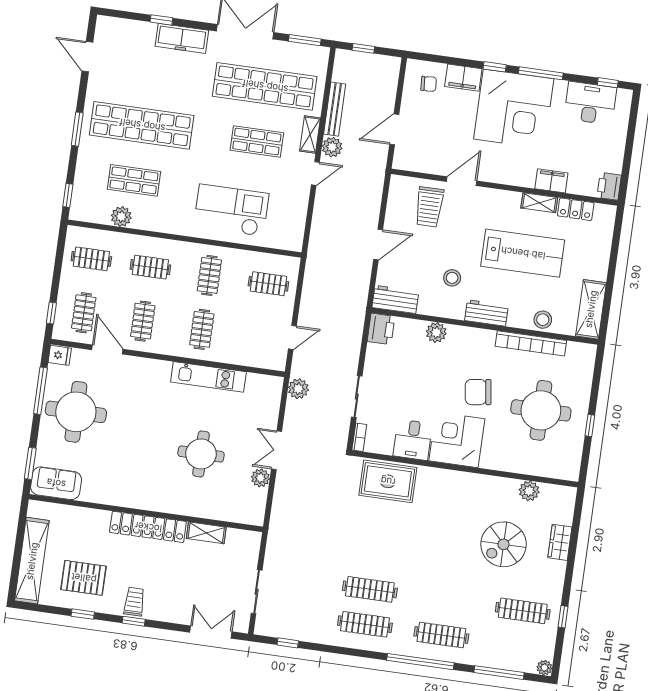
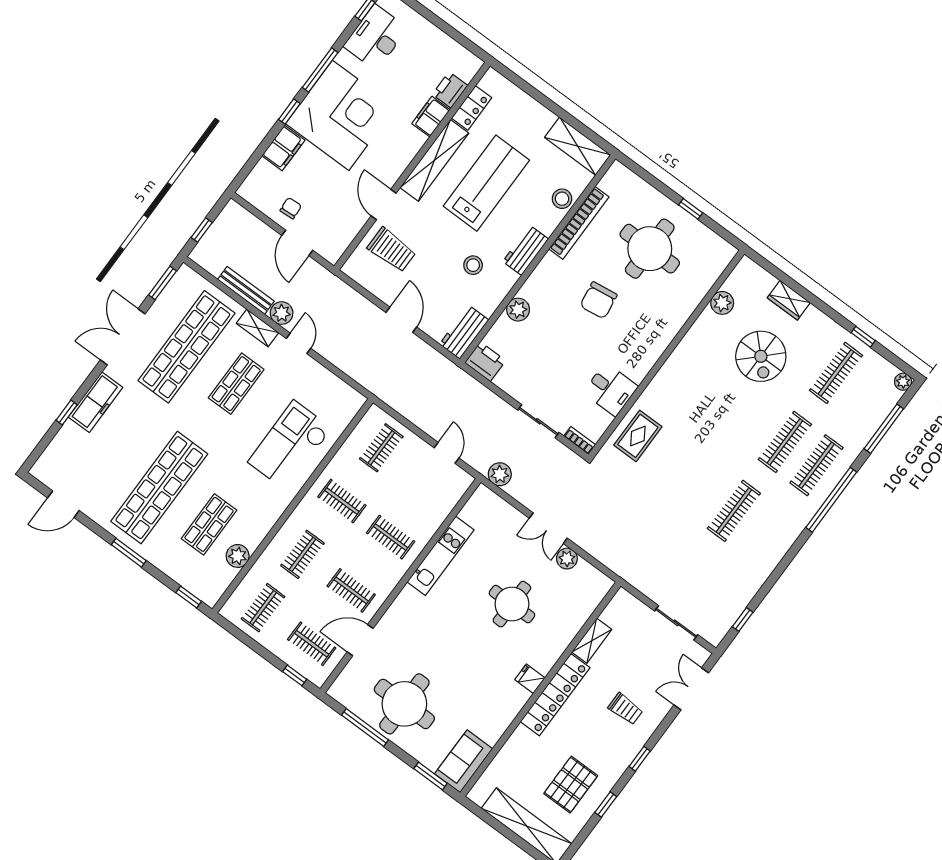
chair: (429, 84) -> (291, 208), moved
printer: (609, 186) -> (450, 90), moved, turned 90
shelving: (539, 203) -> (434, 160), width x2.20, depth x1.33
fridge: (60, 355) -> (530, 679), moved, turned -90
corner desk: (457, 440) -> (634, 346), removed
rug: (388, 481) -> (638, 436), width x0.73, depth x0.70
trolley: (134, 602) -> (625, 709), moved, turned 180
clothes rail: (365, 624) -> (785, 442), moved

